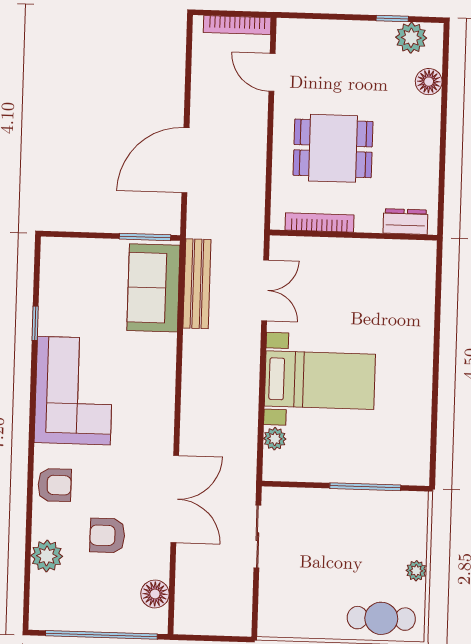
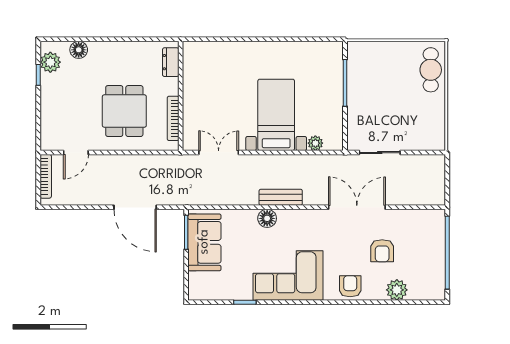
bench: (197, 284) -> (281, 197), moved, width x0.73
sofa: (153, 288) -> (204, 242), moved, turned -90
plant: (416, 571) -> (399, 48), removed
floor lamp: (155, 594) -> (267, 218), moved

